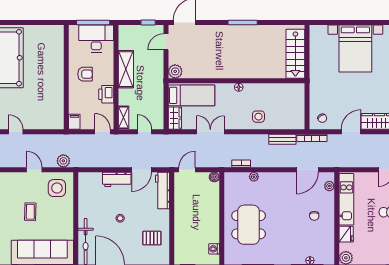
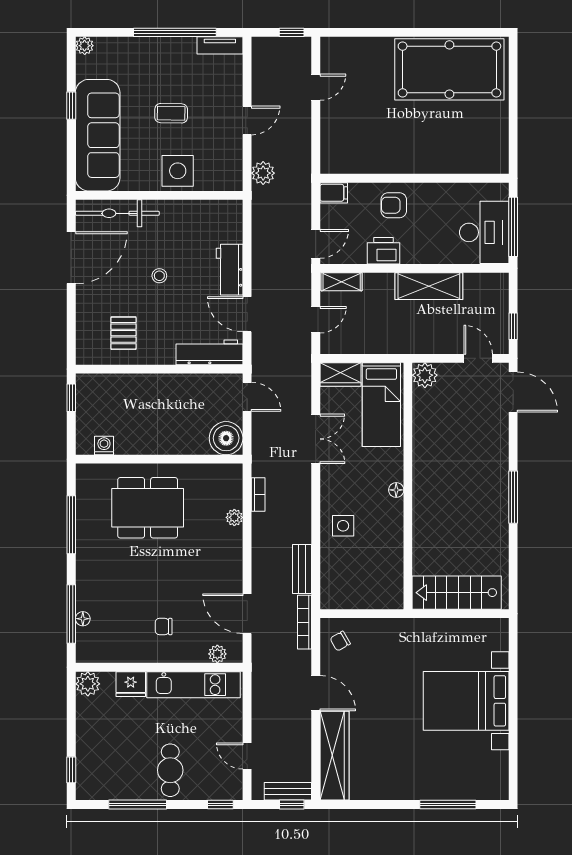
armchair: (85, 74) -> (394, 205), moved, turned 90
boiler: (214, 177) -> (226, 438), width x1.86, depth x1.86
side table: (57, 188) -> (178, 171), moved

